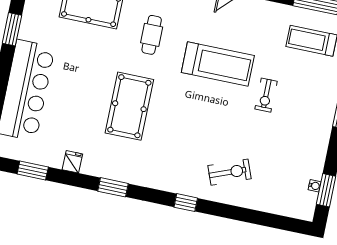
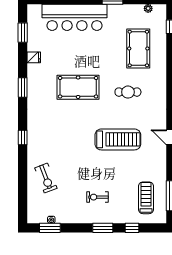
treadmill: (218, 64) -> (118, 139), turned -90
exercise bike: (266, 95) -> (97, 197), moved
exercise bike: (229, 172) -> (46, 178), moved

